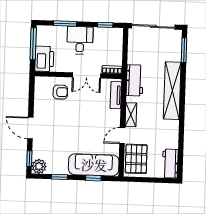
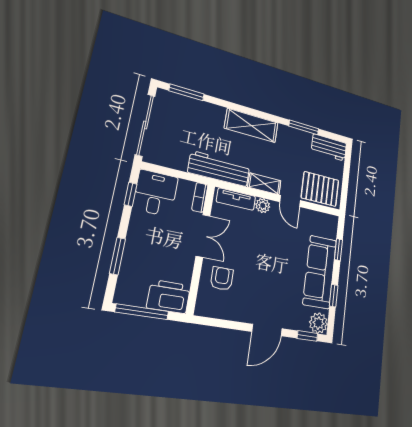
desk: (80, 40) -> (155, 193), moved, turned 90
workbench: (135, 80) -> (219, 169), width x1.37
shelving: (172, 91) -> (252, 126), width x0.68
plant: (115, 115) -> (263, 206), added
window: (181, 141) -> (304, 127), added
sofa: (94, 165) -> (320, 272), moved

